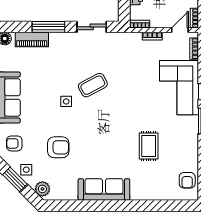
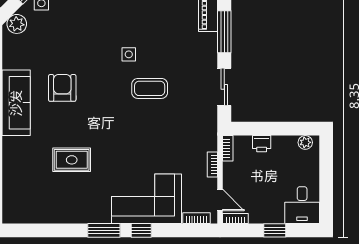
coffee table: (93, 85) -> (150, 88), turned -62
armchair: (58, 147) -> (62, 88), moved, turned 180
armchair: (187, 180) -> (28, 209), removed

